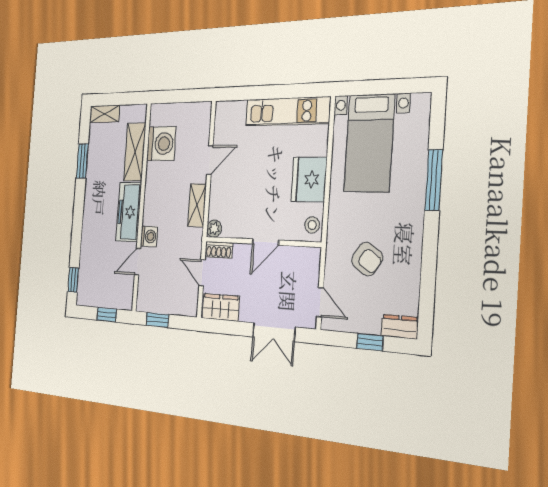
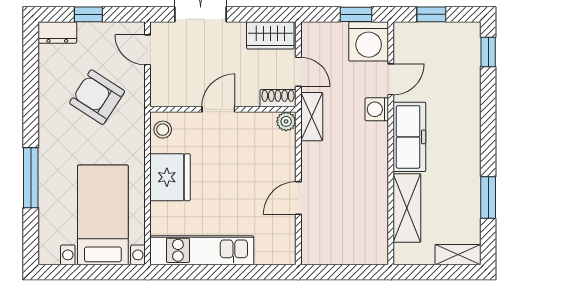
washing machine: (161, 144) -> (369, 41), moved, turned -90
shelving: (197, 205) -> (312, 117), moved
armchair: (367, 259) -> (97, 97), width x1.38, depth x1.38

